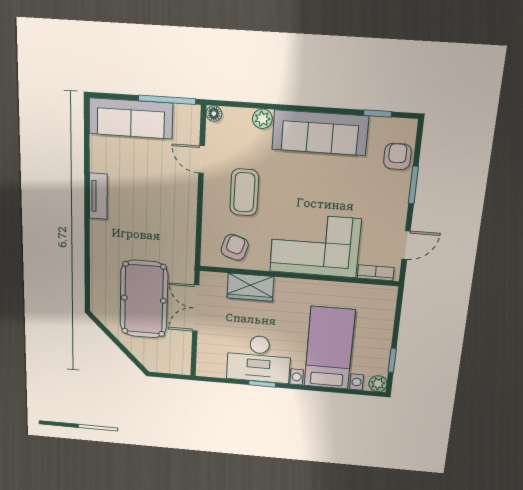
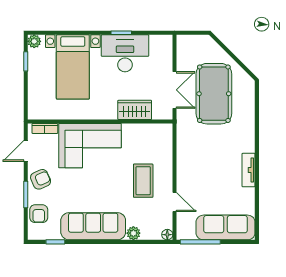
armchair: (235, 247) -> (41, 179), moved, turned -131

